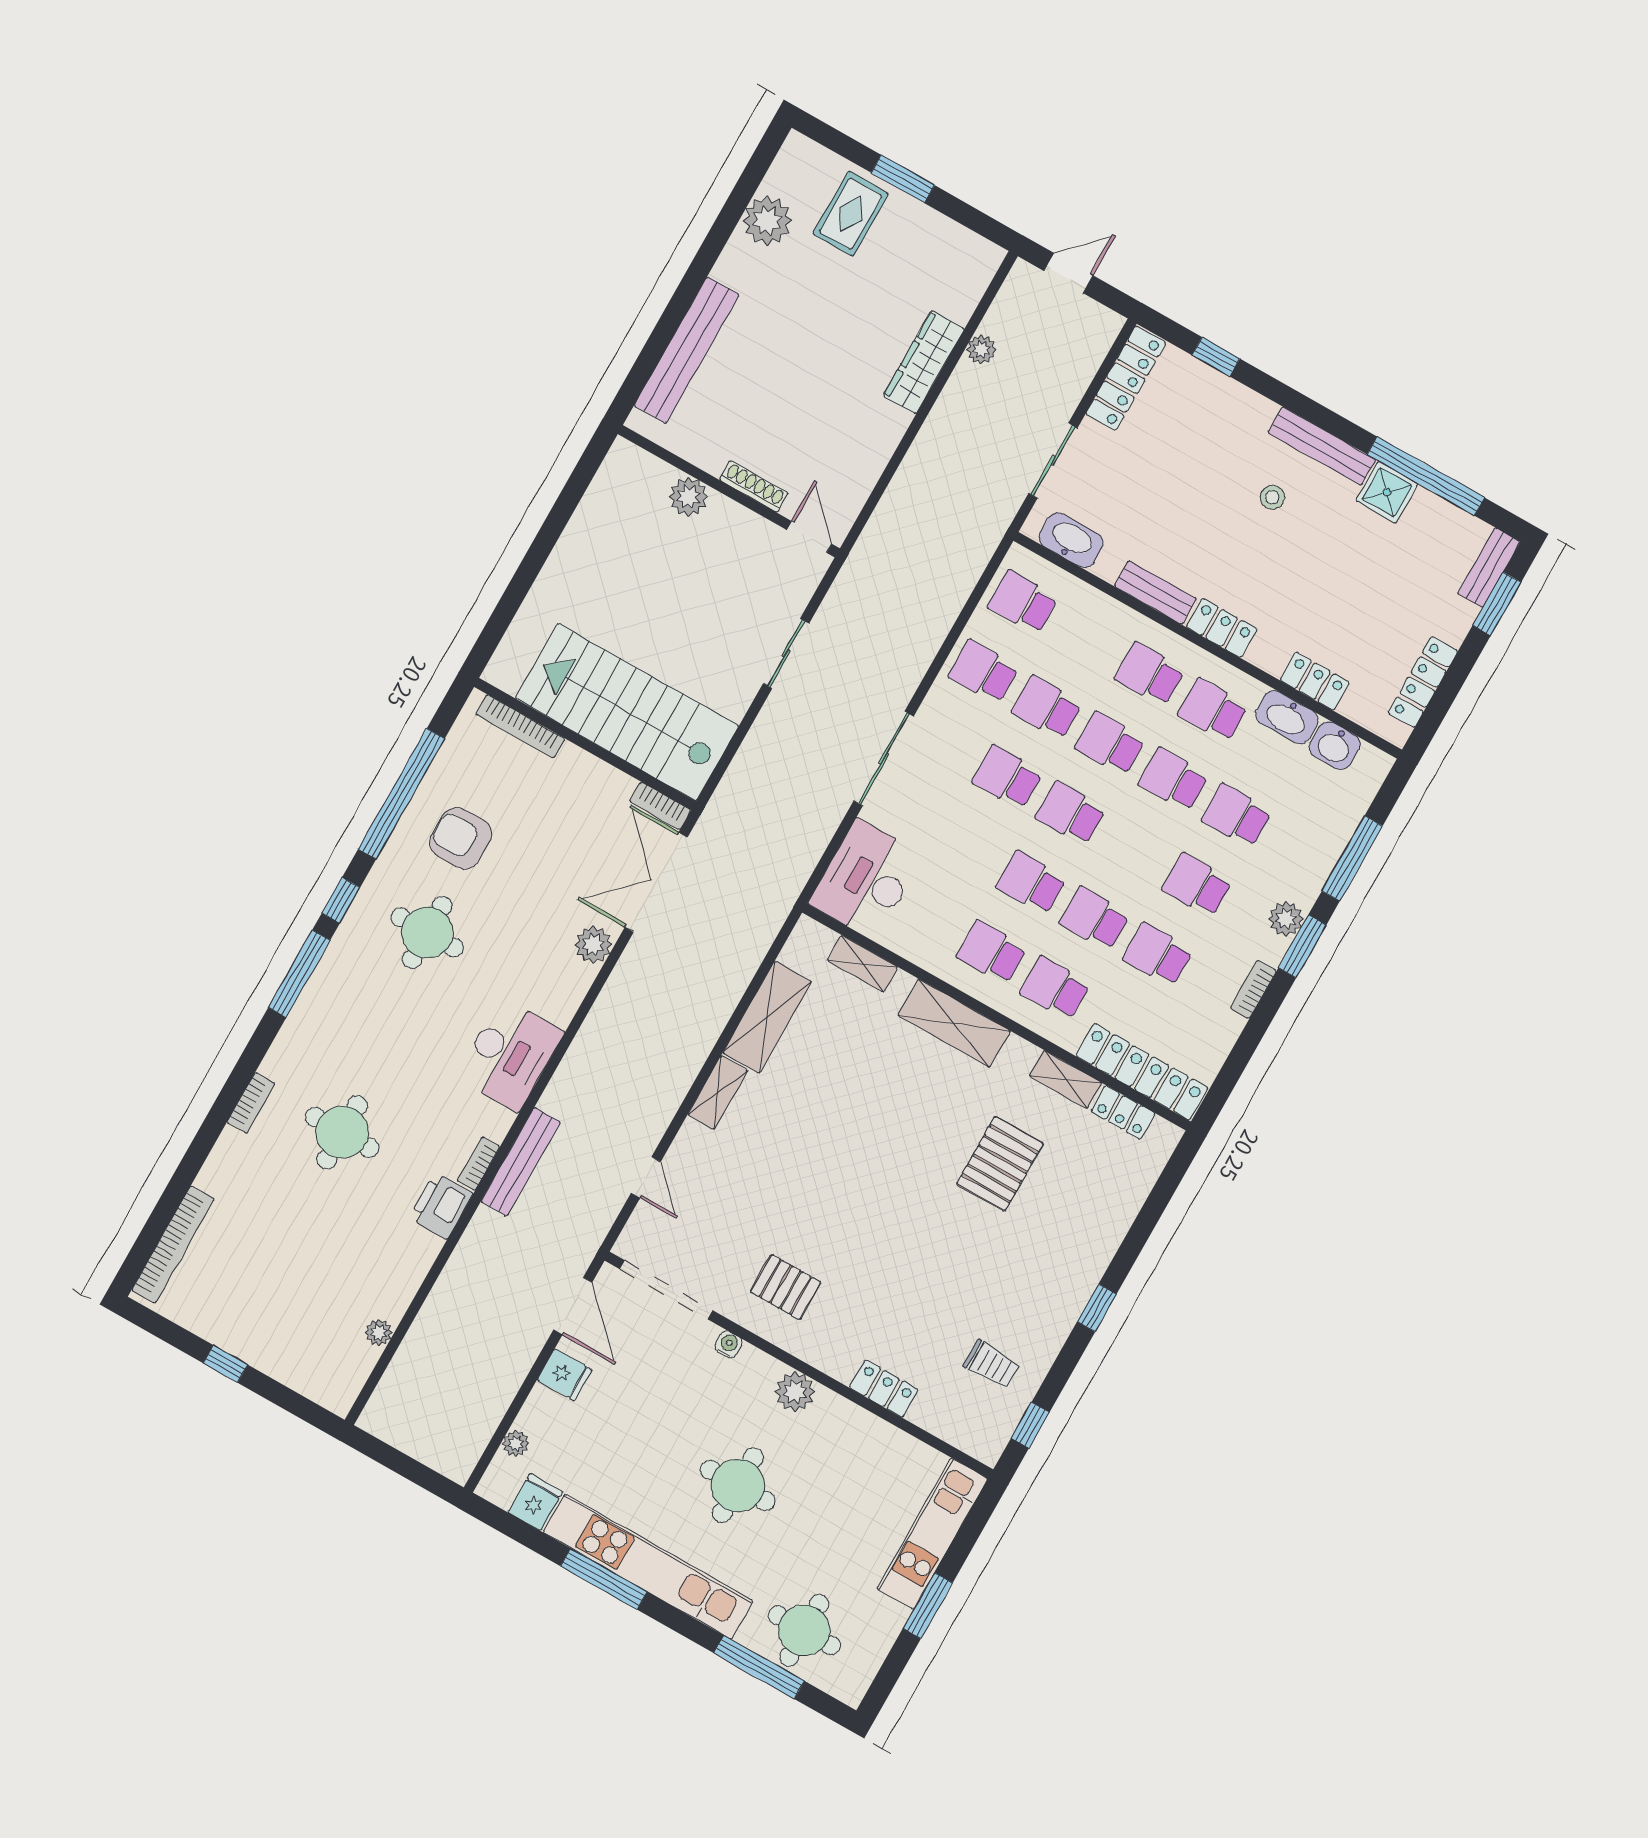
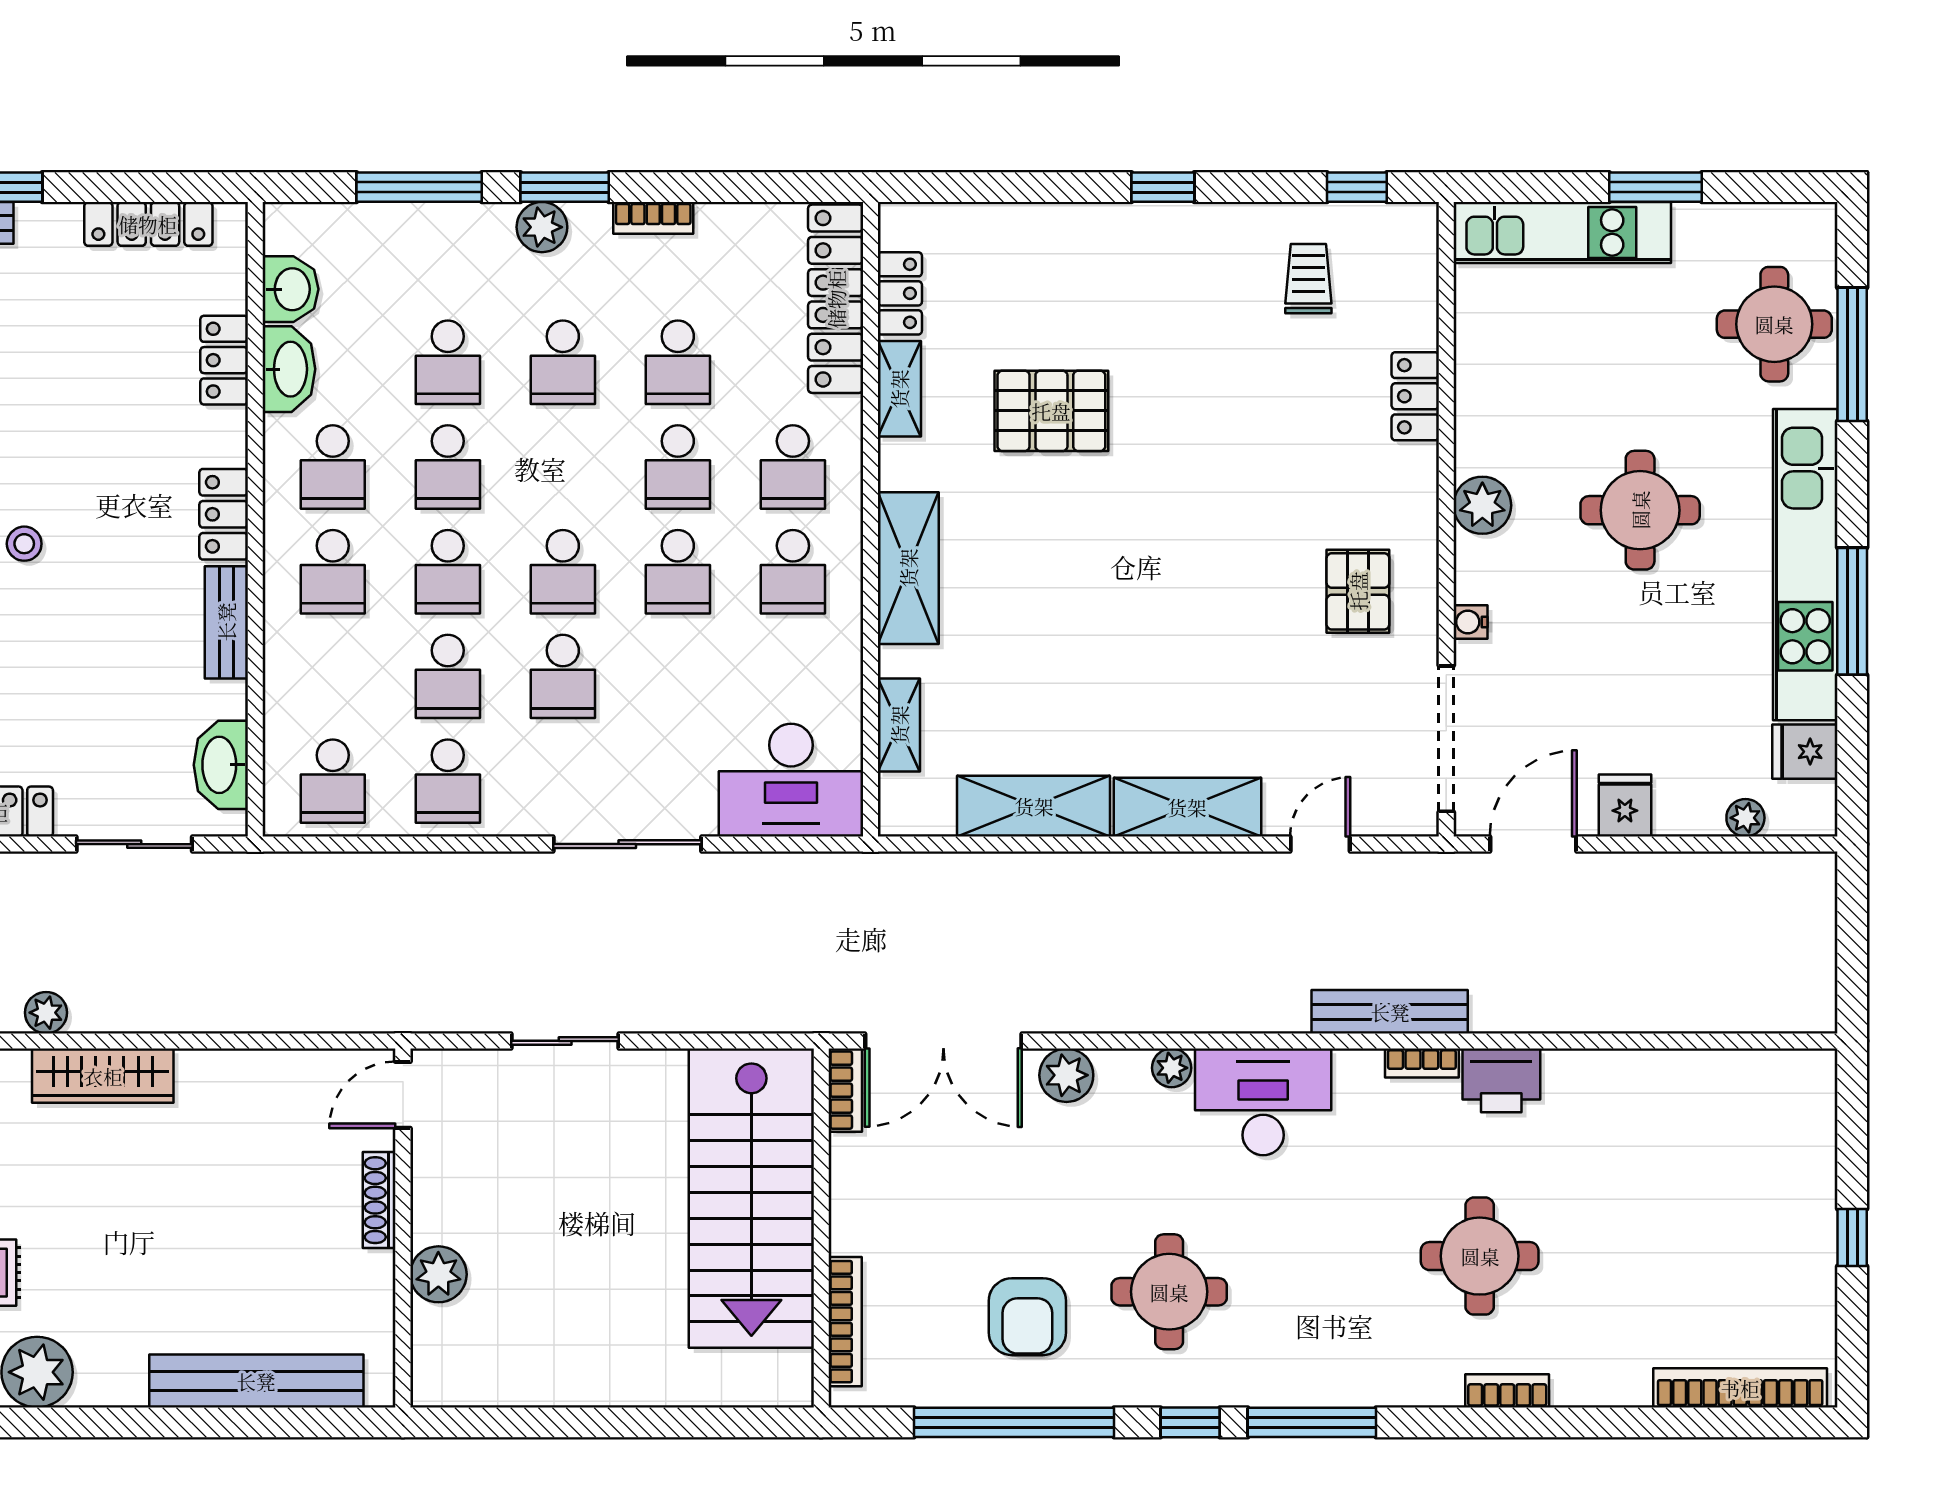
shelving: (718, 1092) -> (1187, 807), width x1.50, depth x1.33
plant: (379, 1333) -> (1172, 1068), moved

